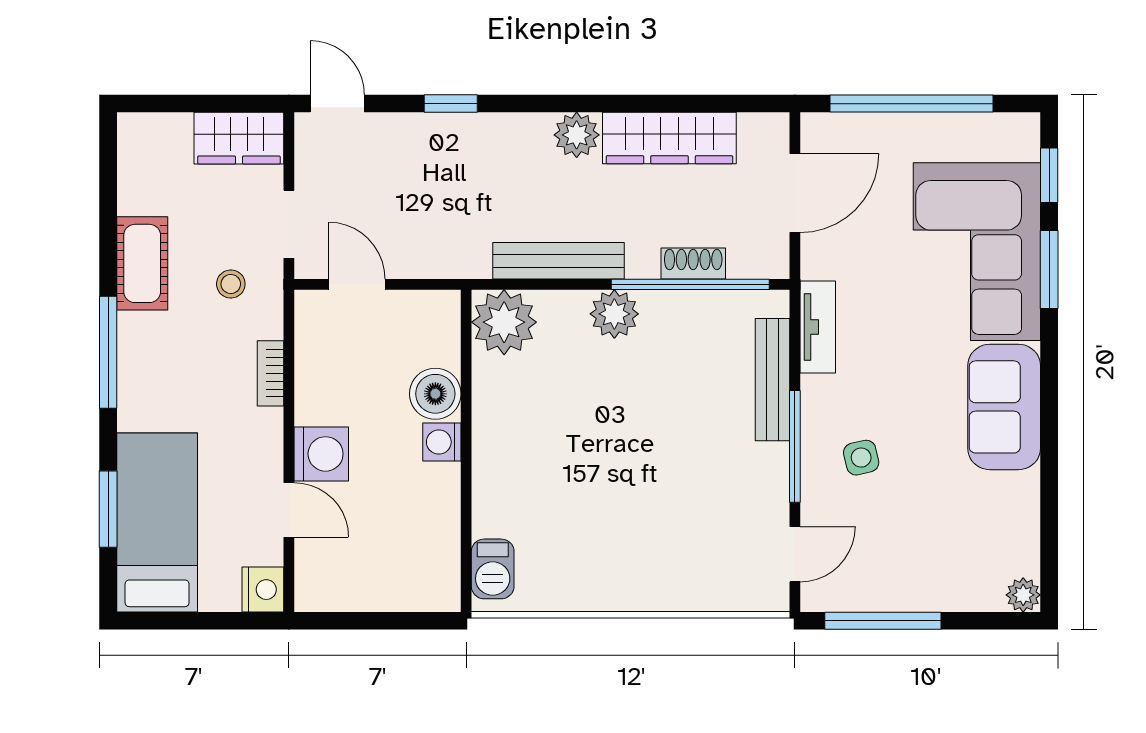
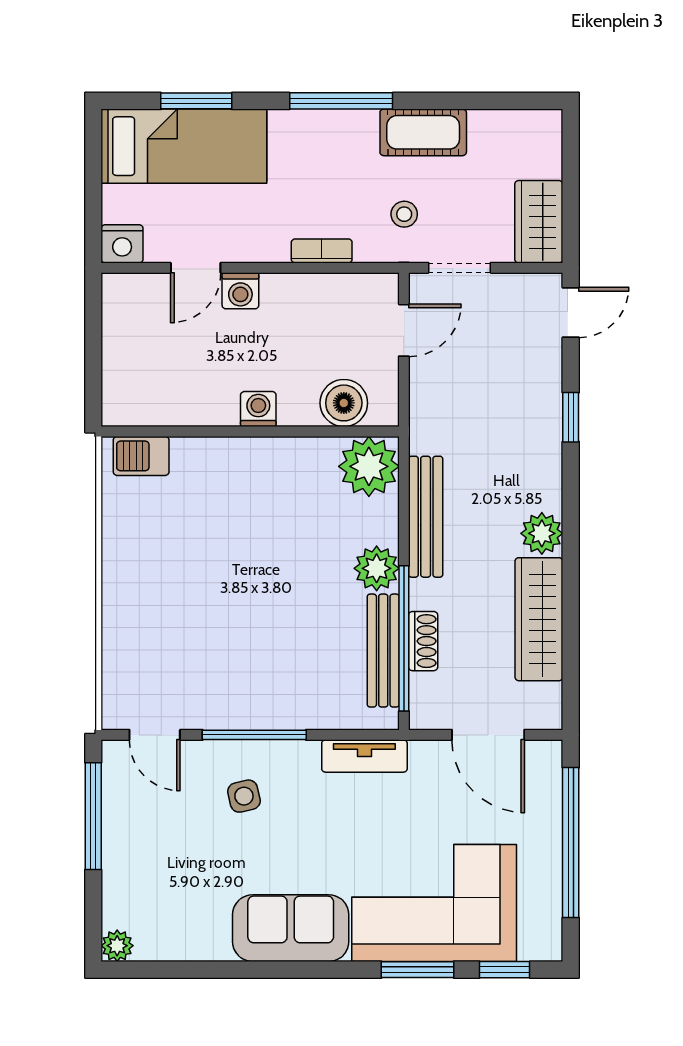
bench: (772, 380) -> (383, 651), moved, turned 90
boiler: (435, 394) -> (344, 403), moved
washing machine: (321, 454) -> (240, 291), width x0.73, depth x0.73

